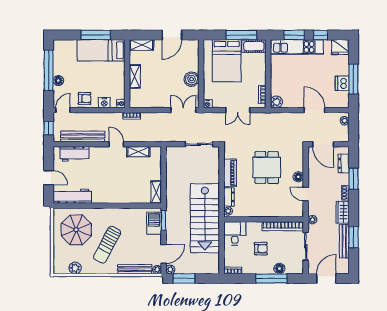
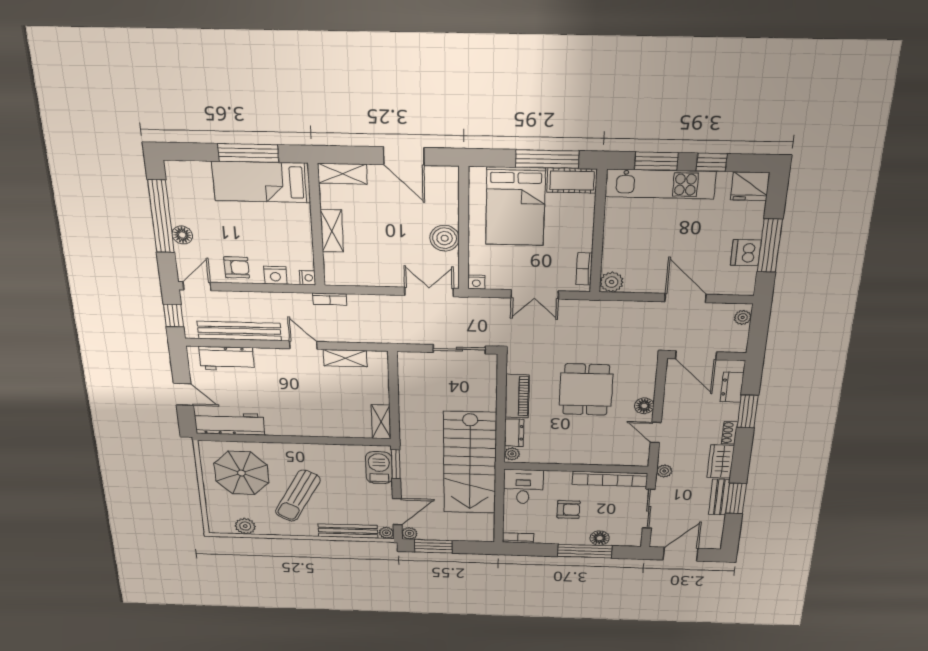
door: (172, 35) -> (404, 156), hinge flipped
bench: (344, 241) -> (719, 497), width x0.73

